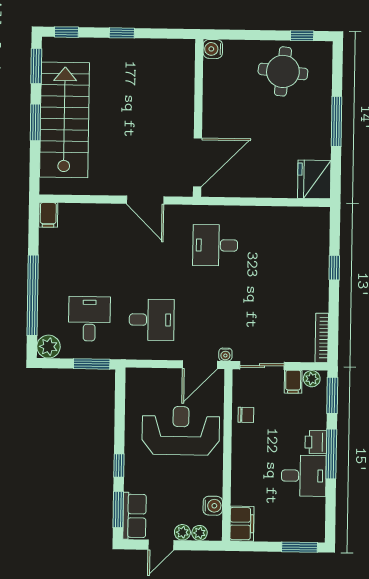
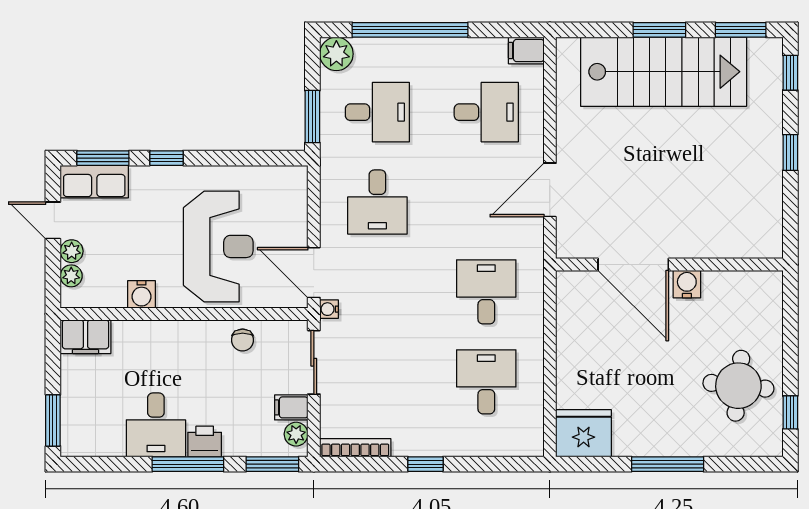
water cooler: (213, 49) -> (687, 284), moved
door: (197, 162) -> (633, 264), moved
desk: (91, 243) -> (486, 112), added
desk: (278, 246) -> (486, 382), added
window: (334, 268) -> (425, 464), moved
water cooler: (213, 506) -> (141, 294), moved

